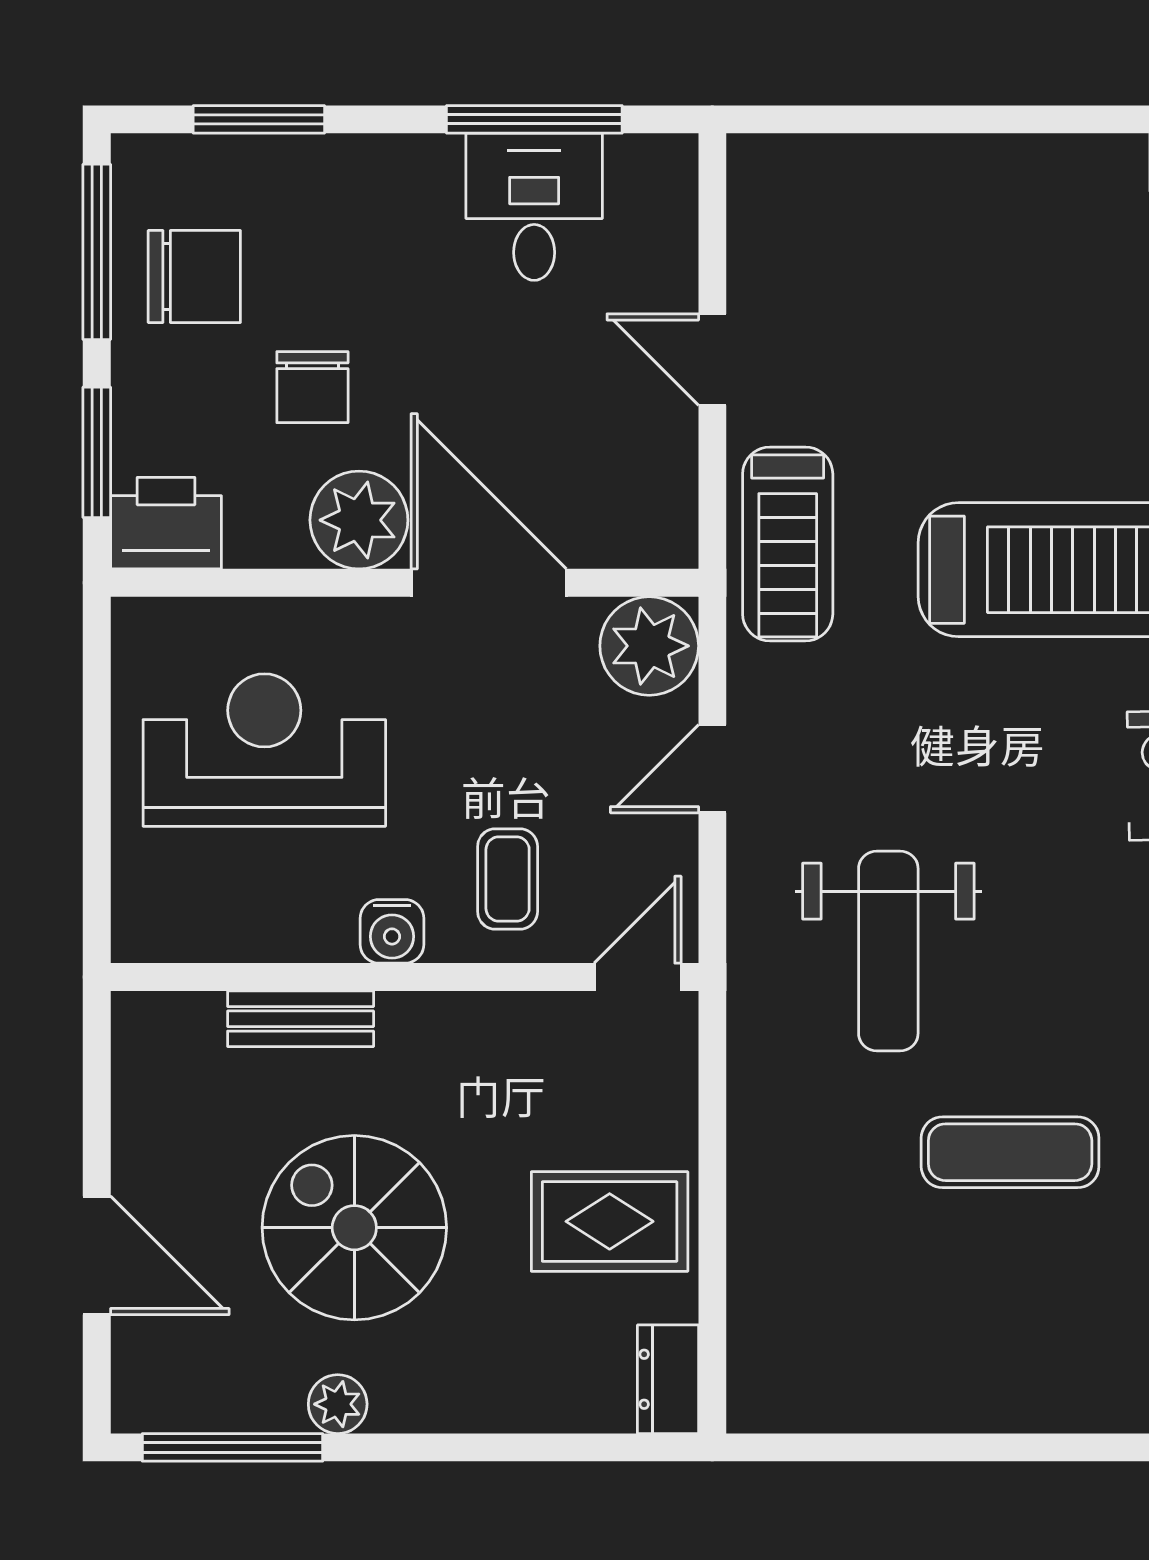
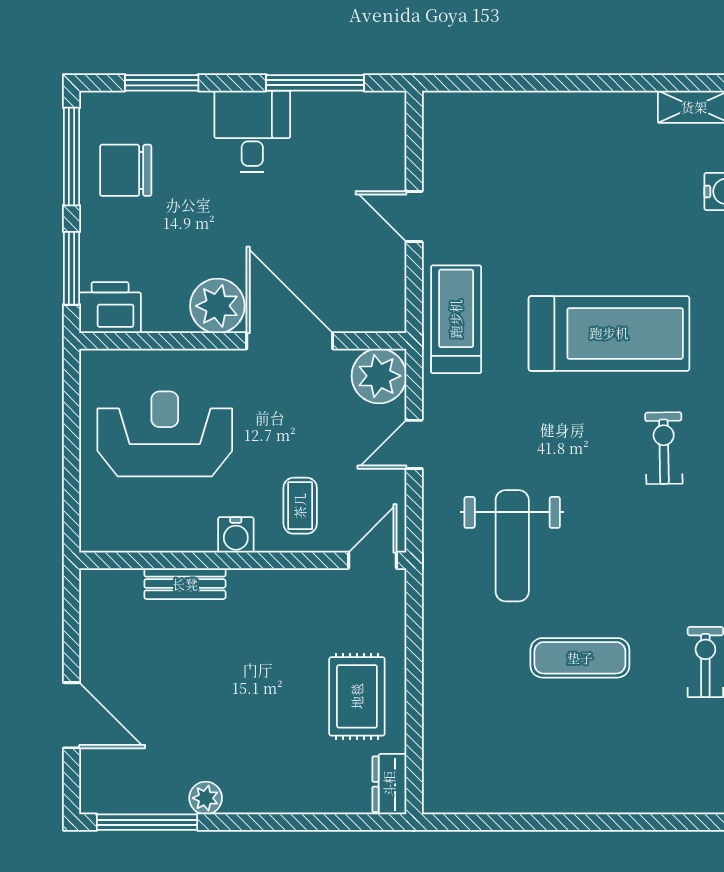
desk: (534, 207) -> (252, 131), moved
chair: (194, 276) -> (126, 170), turned 180
chair: (312, 387) -> (192, 232), removed
treadmill: (788, 544) -> (456, 319), turned 180
rug: (610, 1221) -> (357, 696), turned 90
spiral stairs: (354, 1228) -> (215, 700), removed

